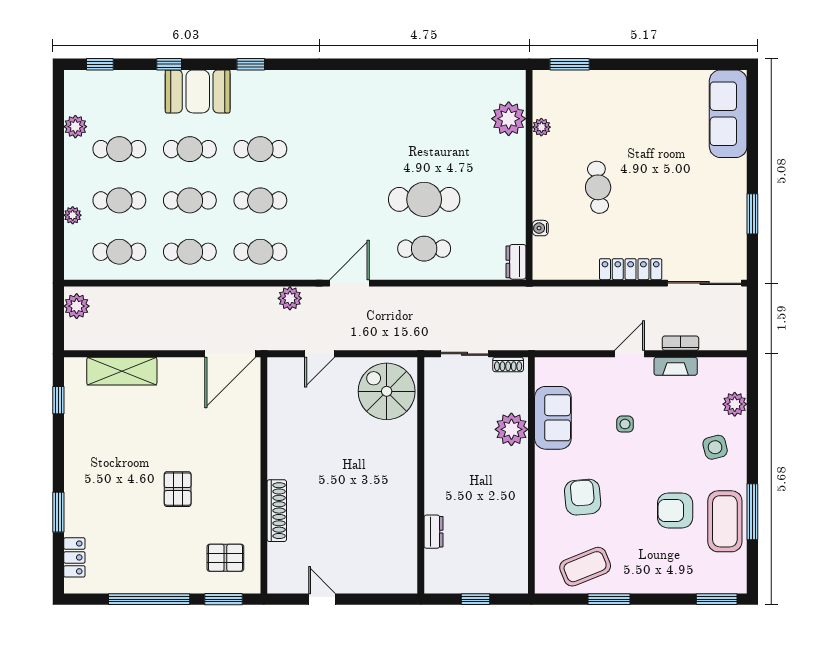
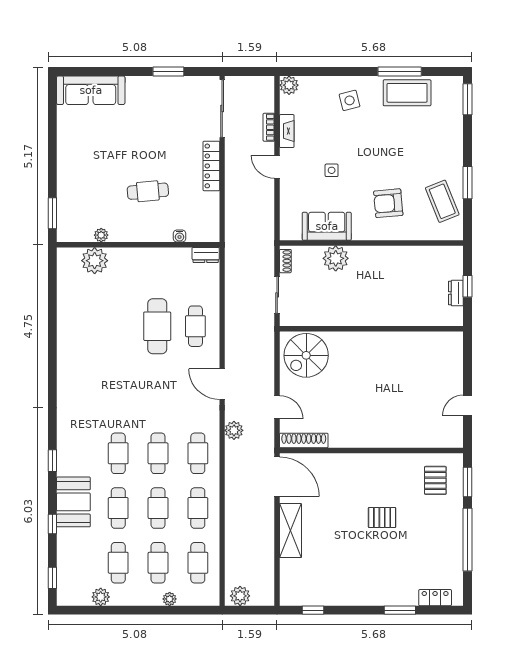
shelving: (122, 371) -> (291, 531), moved
plant: (735, 404) -> (289, 85), moved
armchair: (675, 510) -> (399, 131), removed
shoe rack: (277, 511) -> (304, 441), moved
dresser: (434, 532) -> (456, 293), moved, turned -90

